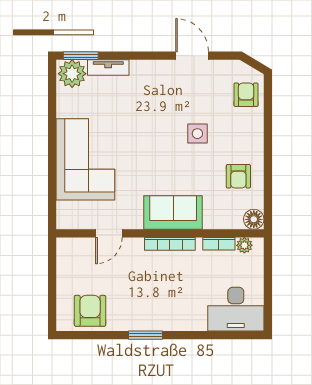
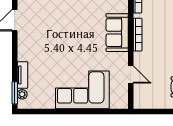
plant: (72, 74) -> (22, 94), width x0.53, depth x0.53
side table: (197, 134) -> (66, 17), removed

